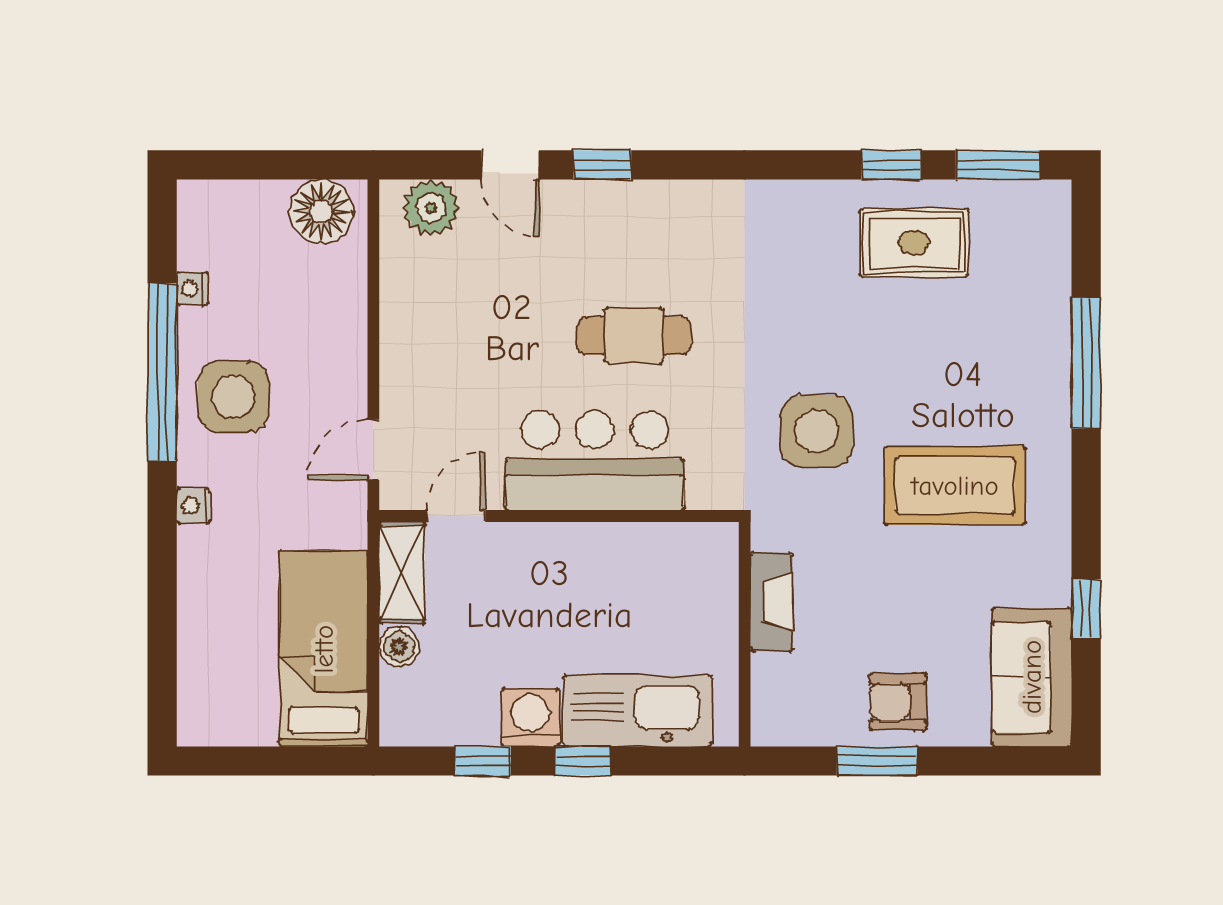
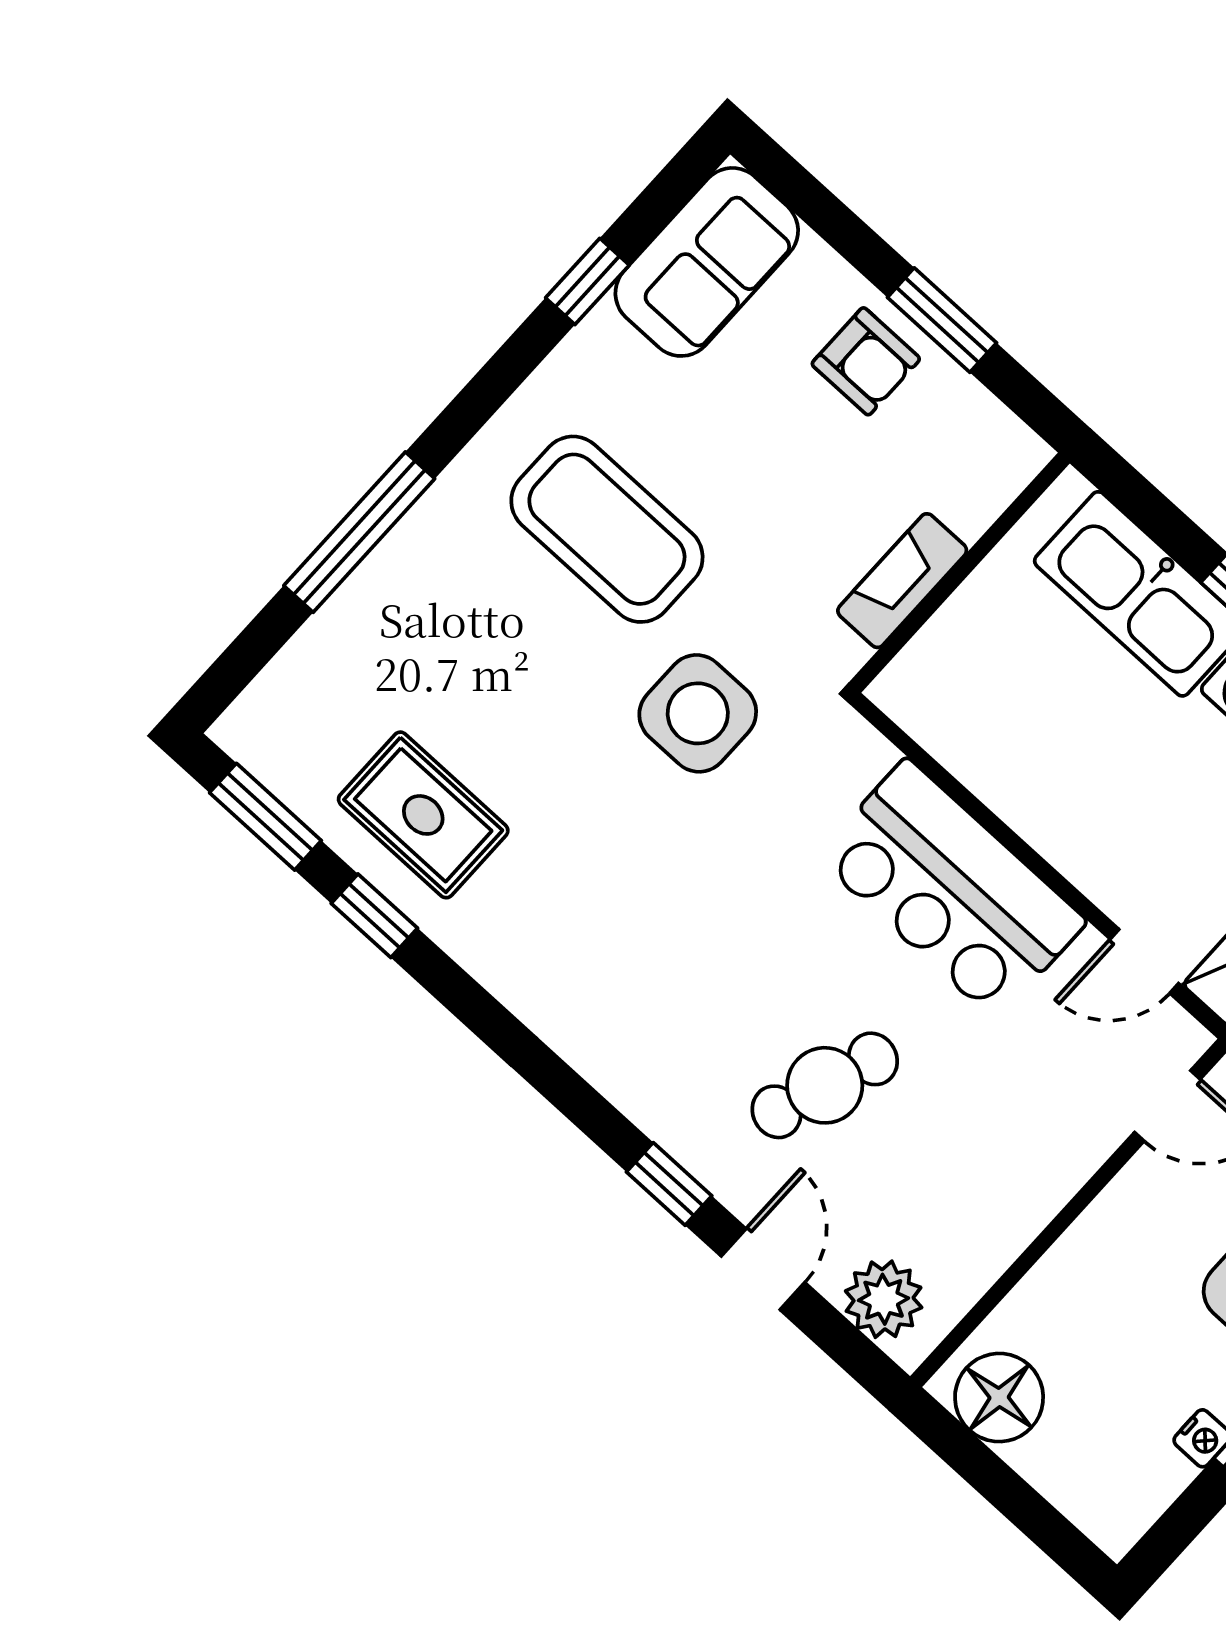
cafe table: (634, 335) -> (825, 1085), moved, turned -71

